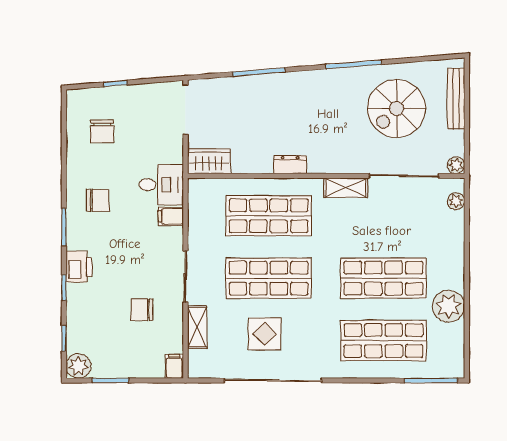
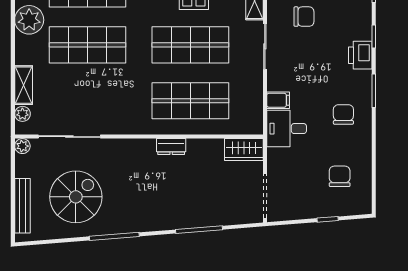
shelving: (346, 188) -> (24, 85), moved, turned 90
chair: (98, 200) -> (343, 114), turned 90

